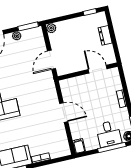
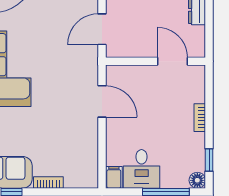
door: (64, 112) -> (102, 101), moved
desk: (109, 134) -> (142, 169), moved

